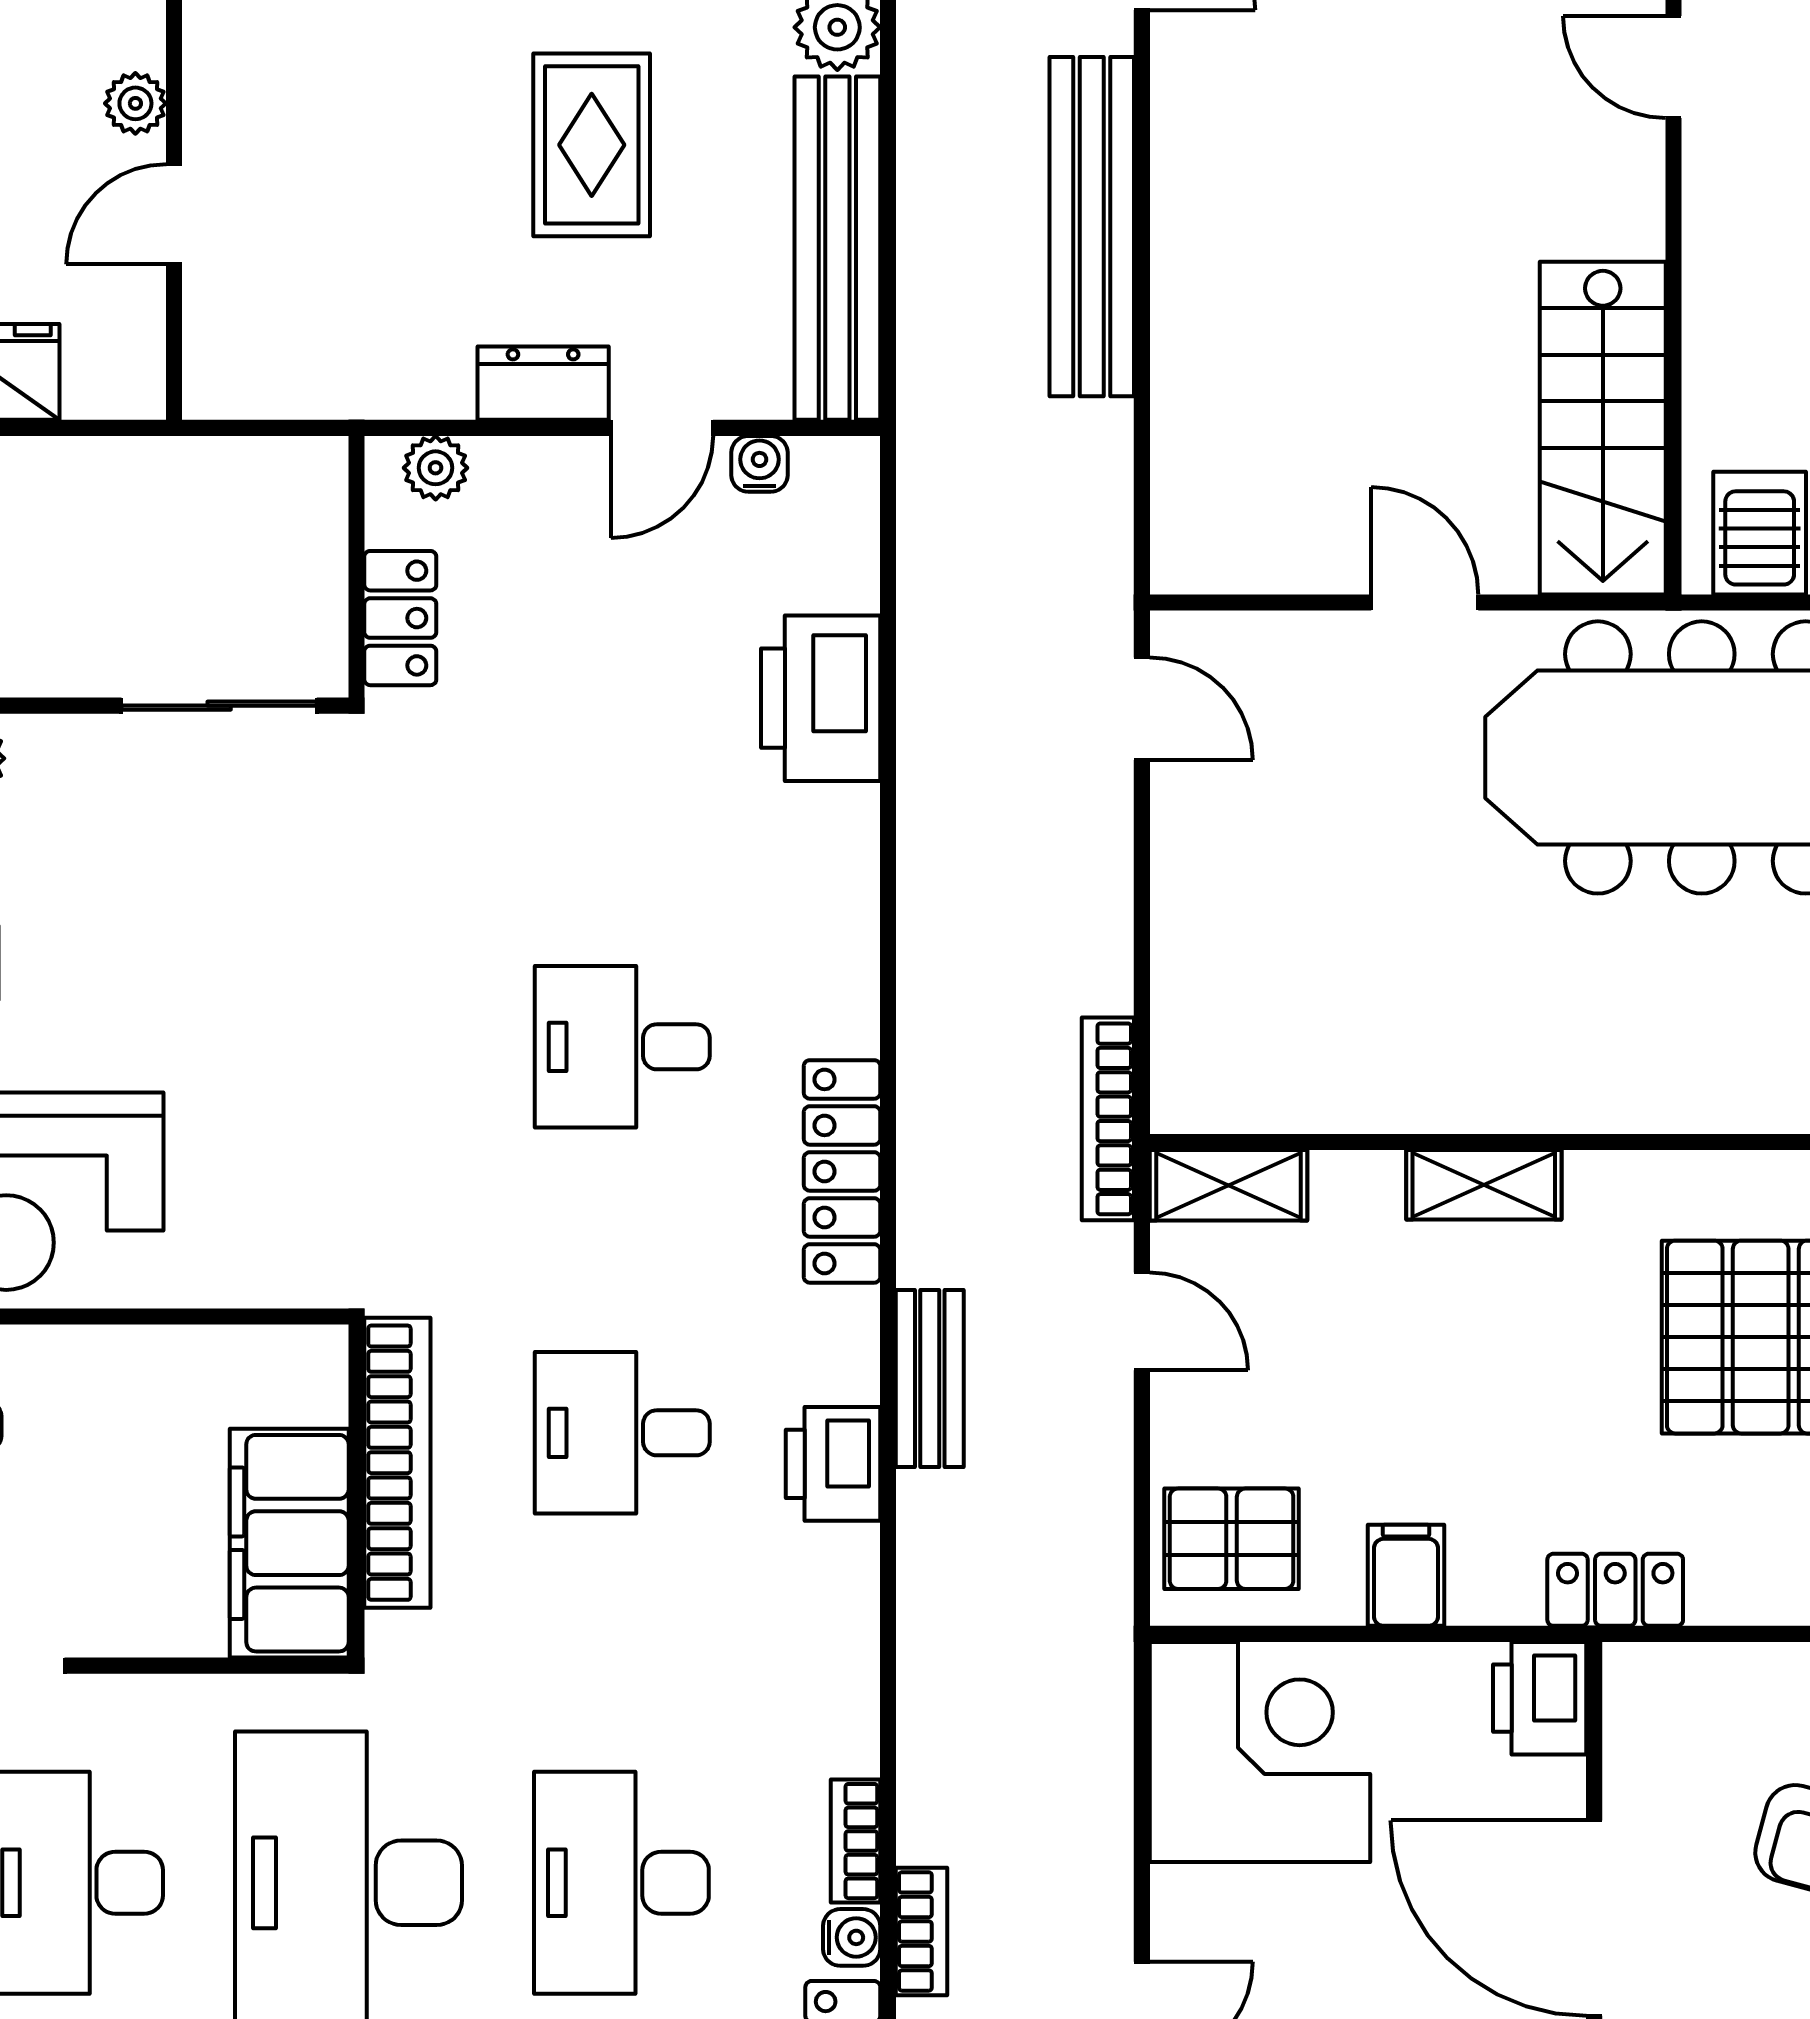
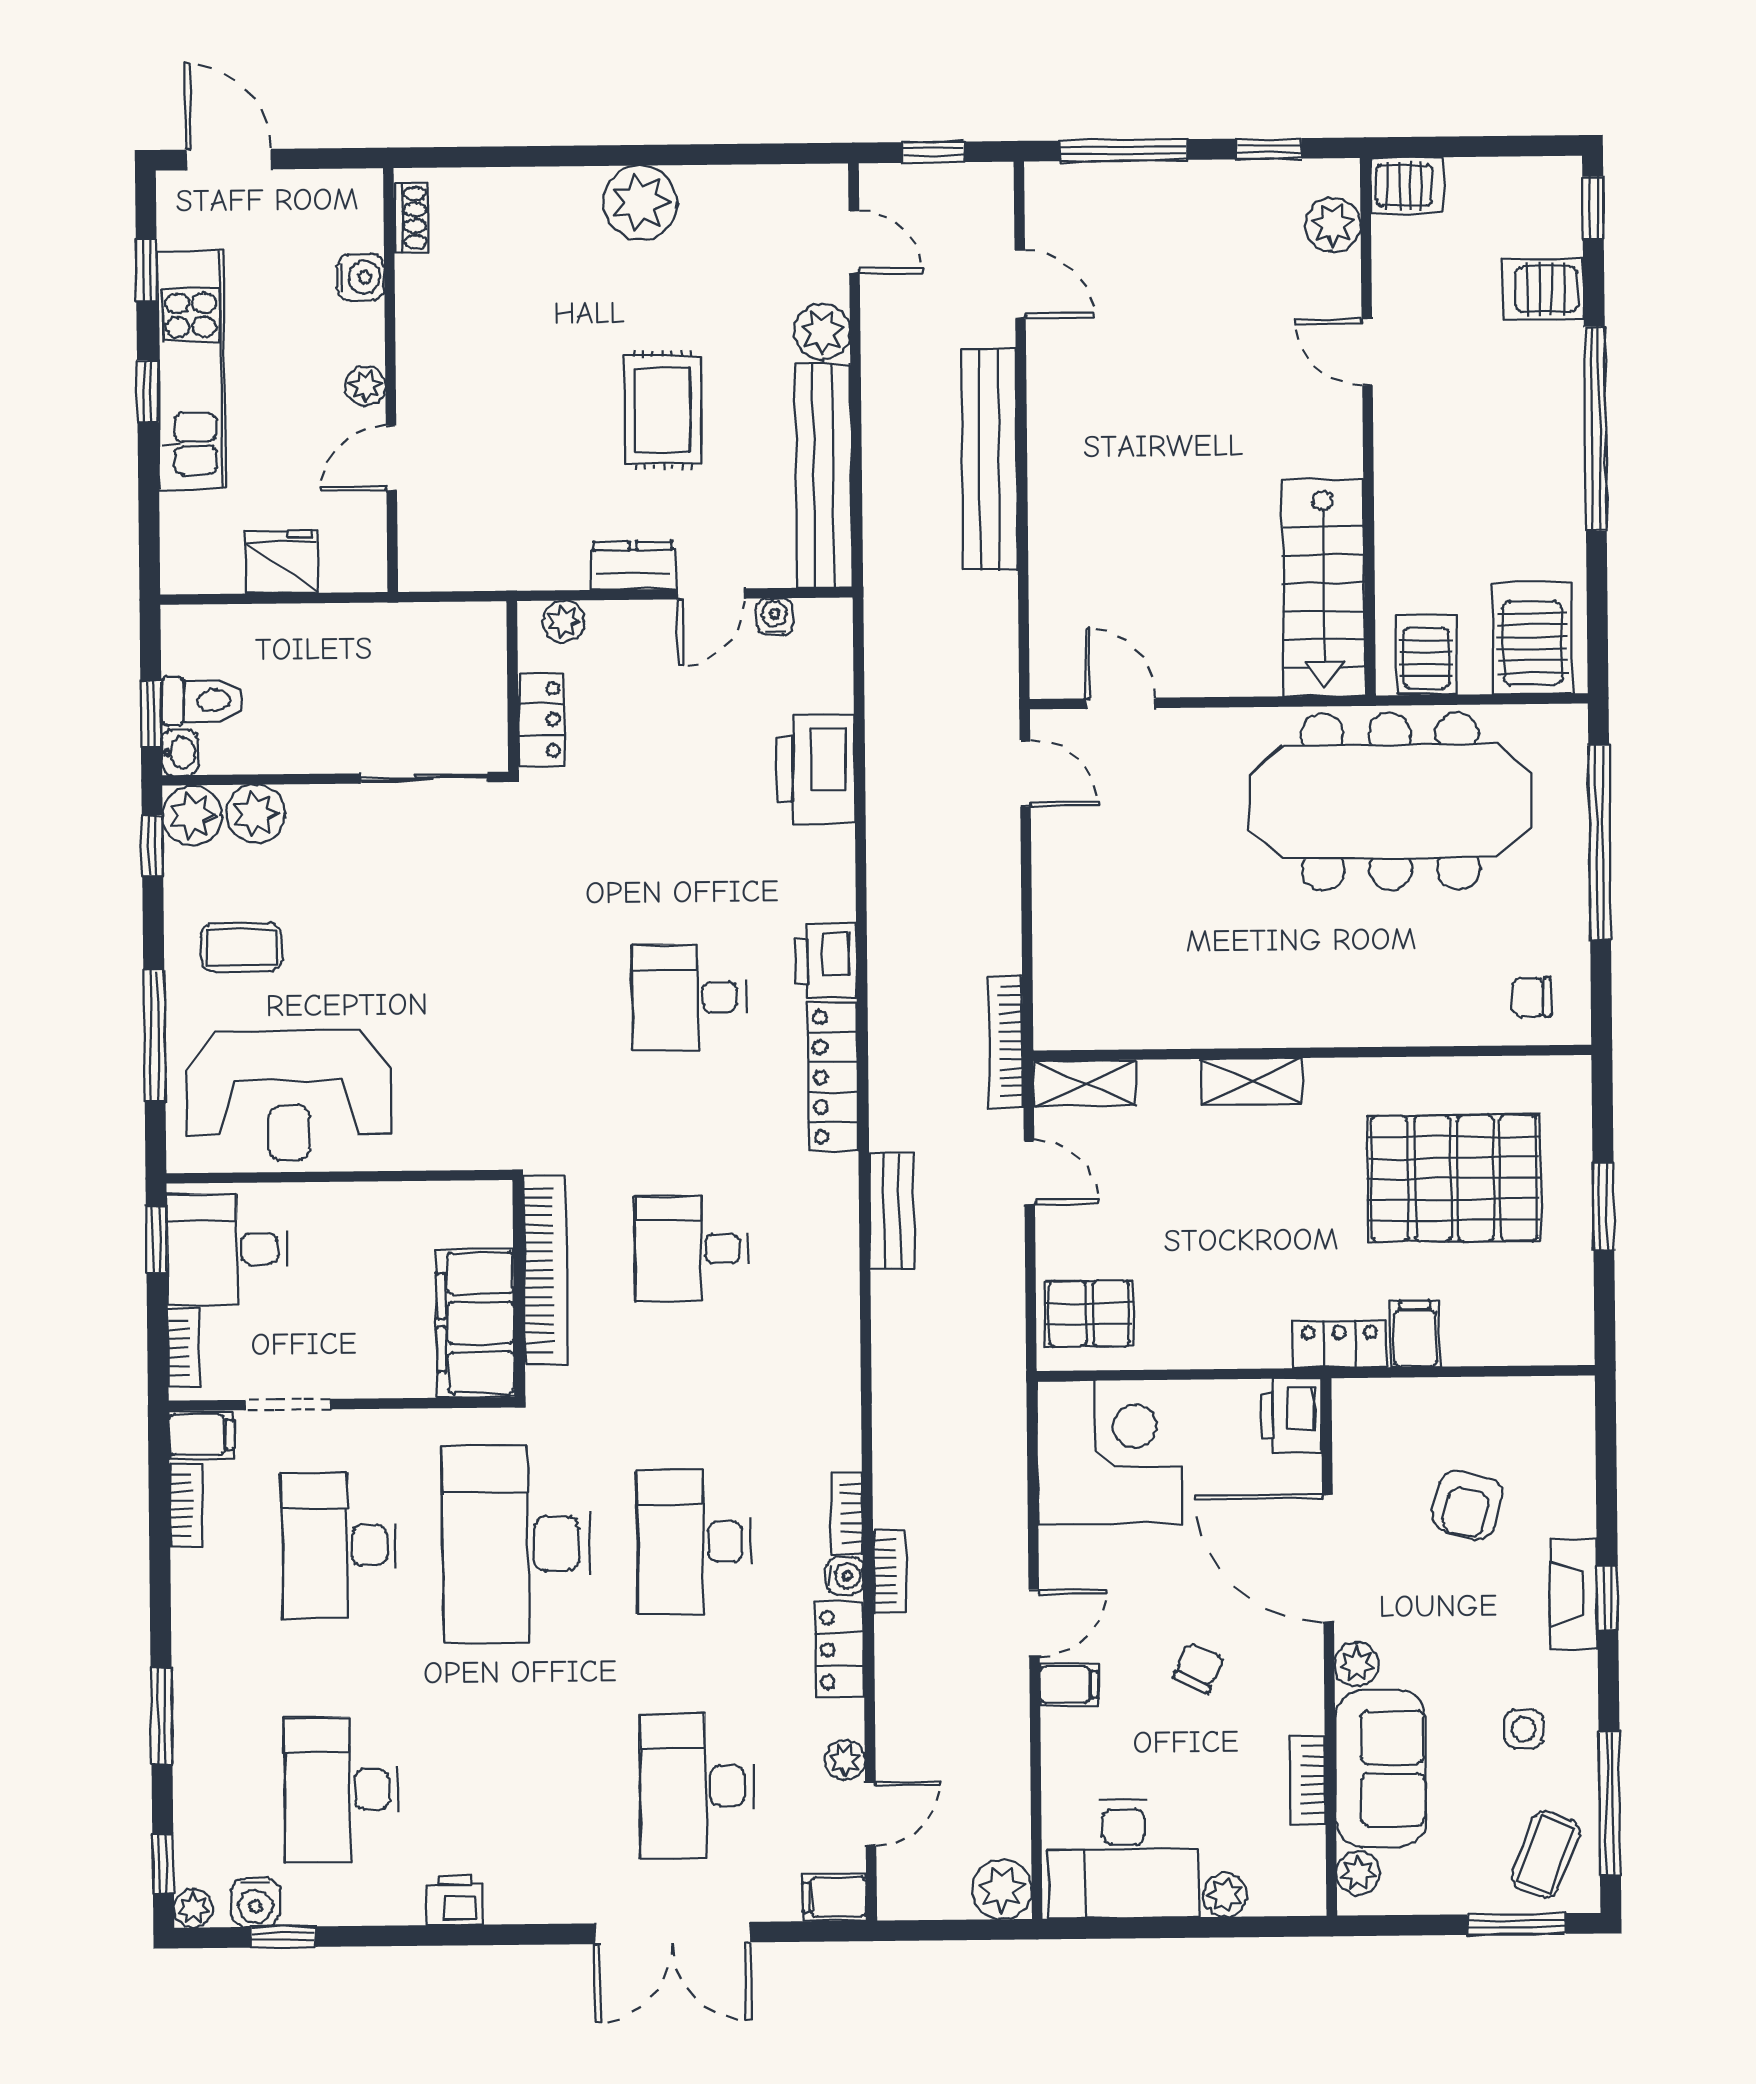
door: (1425, 602) -> (1121, 703), moved
printer: (833, 1464) -> (826, 961), moved
filing cabinet: (1406, 1575) -> (1415, 1334), moved

